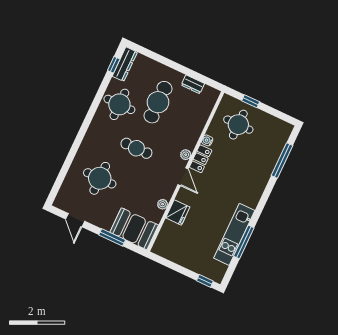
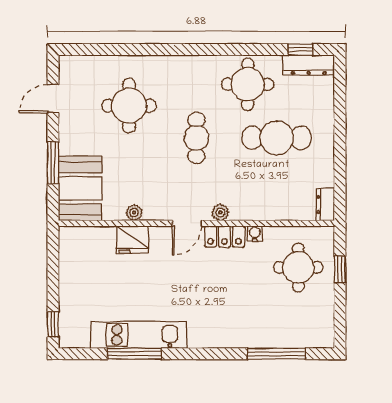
dresser: (193, 84) -> (325, 204), moved

